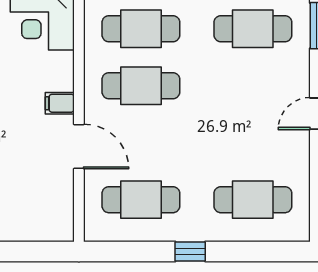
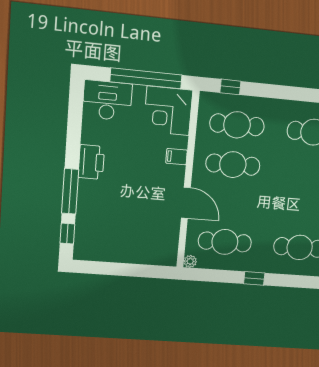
filing cabinet: (60, 103) -> (177, 157), moved
plant: (93, 232) -> (190, 261), added

